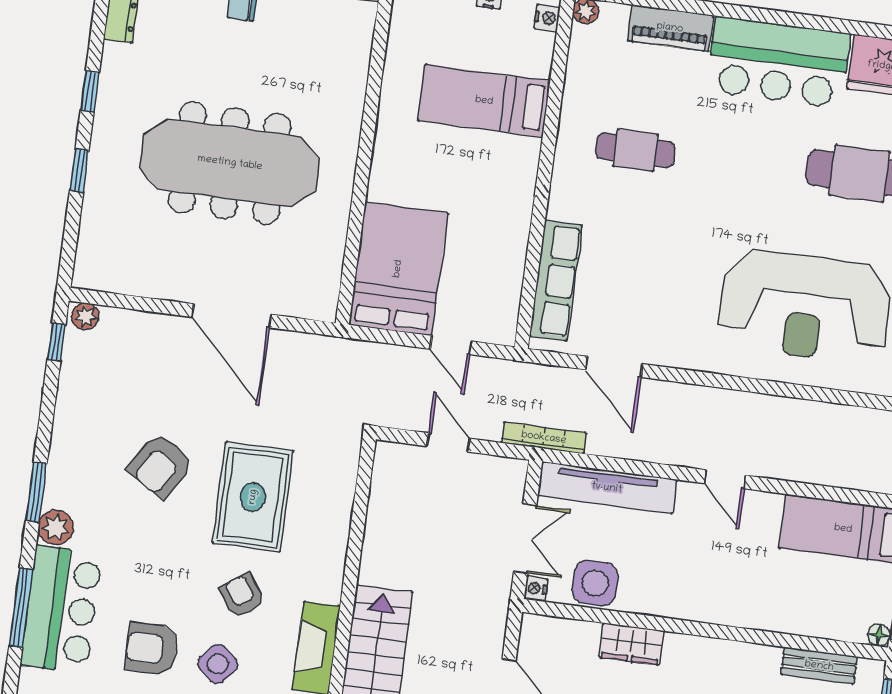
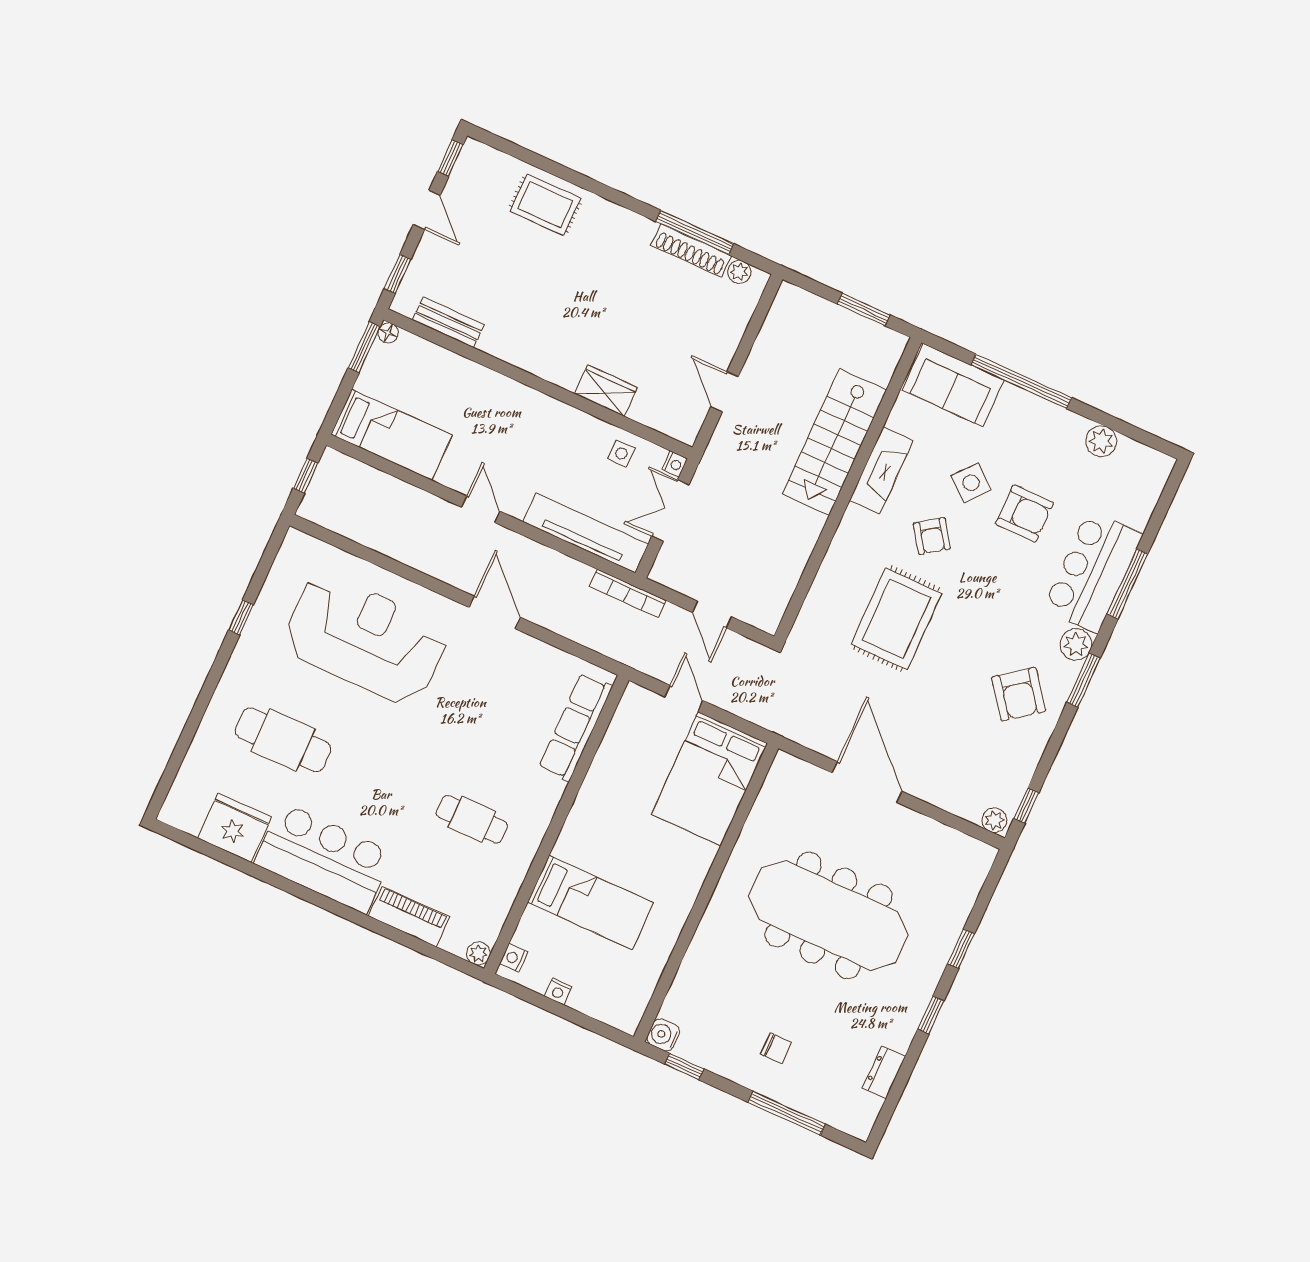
door: (614, 367) -> (495, 612), moved
armchair: (160, 466) -> (1019, 694), moved, turned 111
side table: (595, 583) -> (621, 453), width x0.54, depth x0.54

